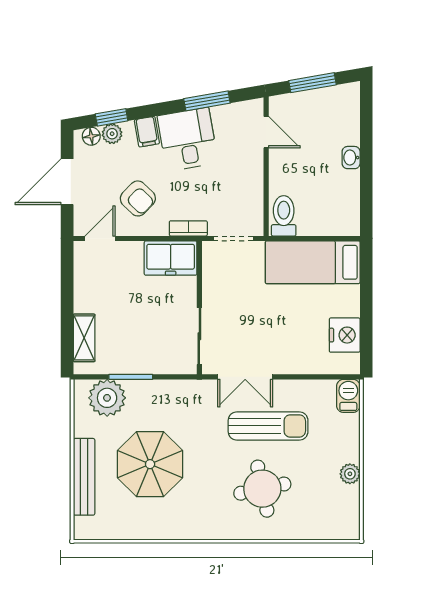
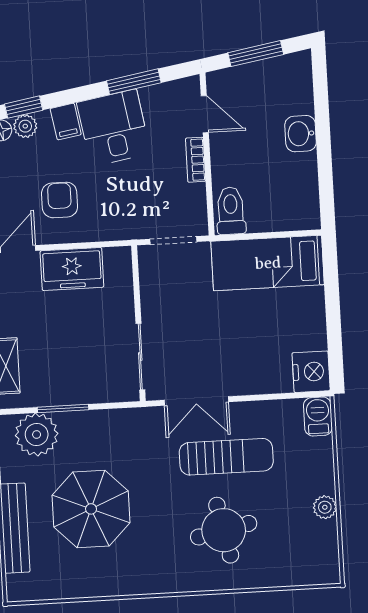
washbasin: (351, 158) -> (301, 134), width x1.38, depth x1.45
armchair: (138, 198) -> (60, 200), turned -134
bookcase: (188, 228) -> (196, 160), moved, turned -90
freezer: (171, 258) -> (72, 269), moved
nightstand: (345, 335) -> (311, 372), moved

